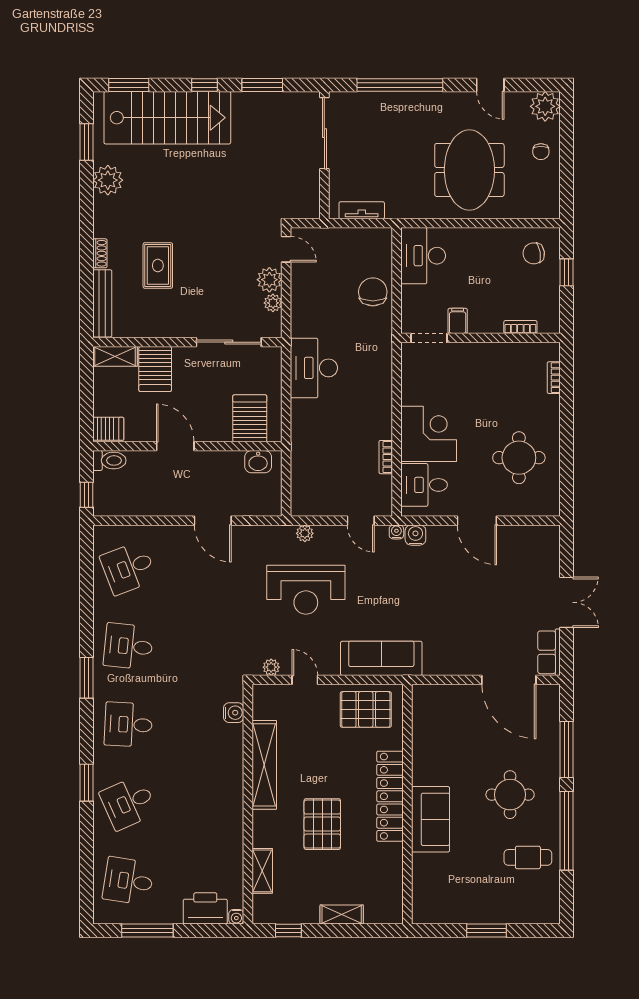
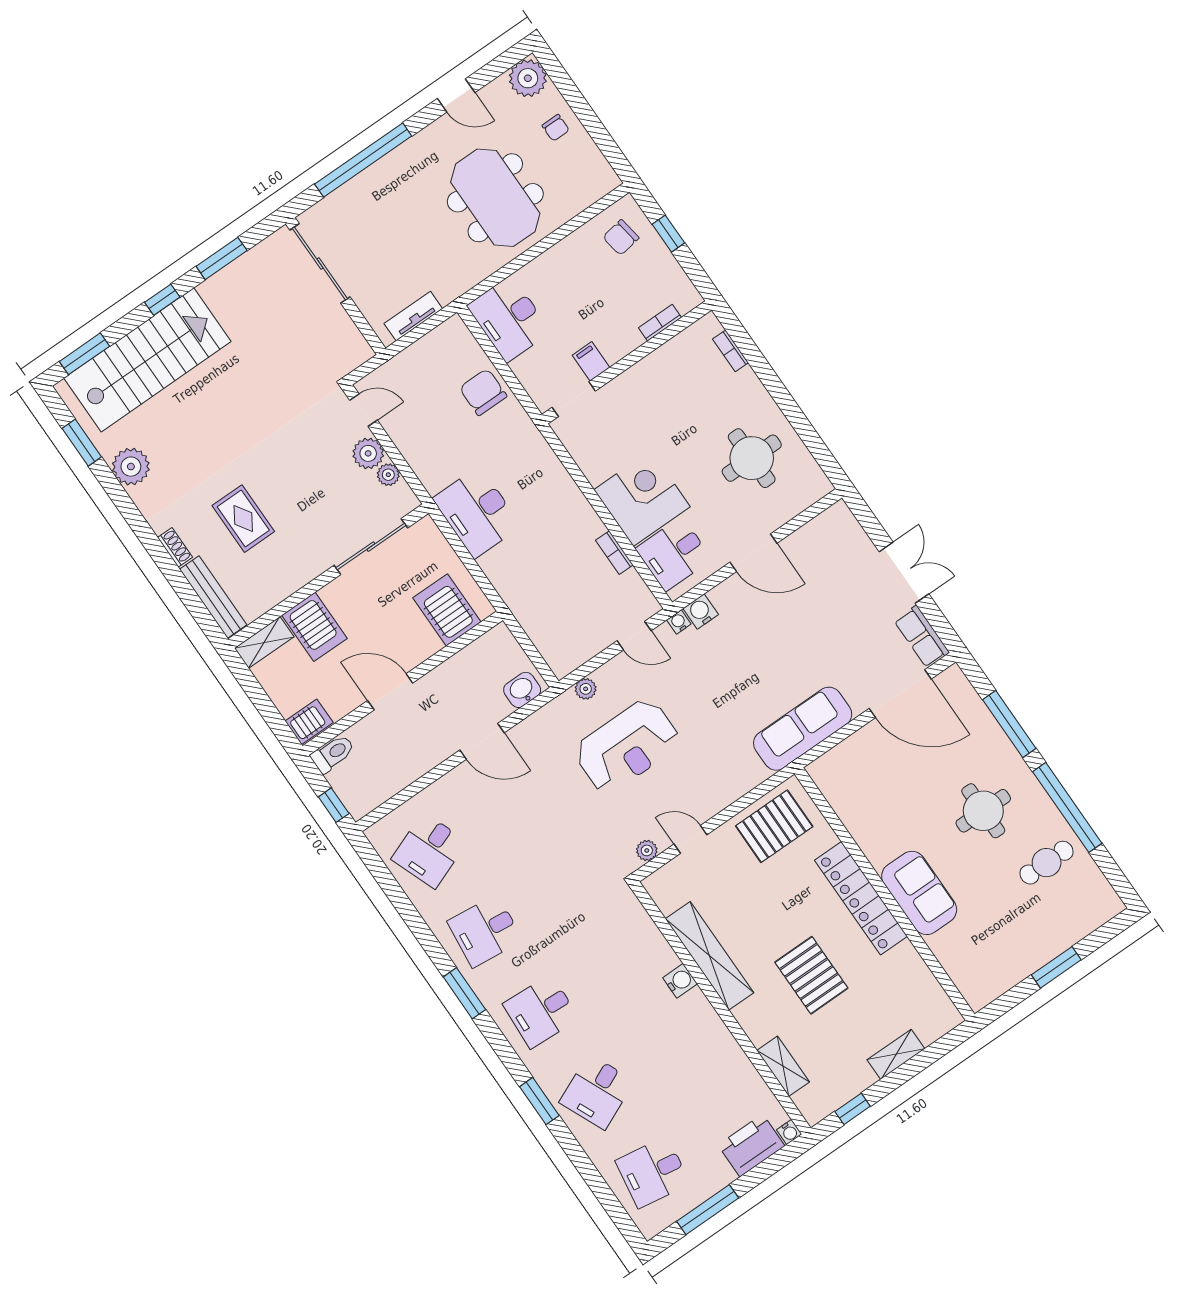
washbasin: (258, 462) -> (522, 690), moved, turned 180
sofa: (381, 658) -> (803, 729), moved
water cooler: (234, 713) -> (680, 981), moved

